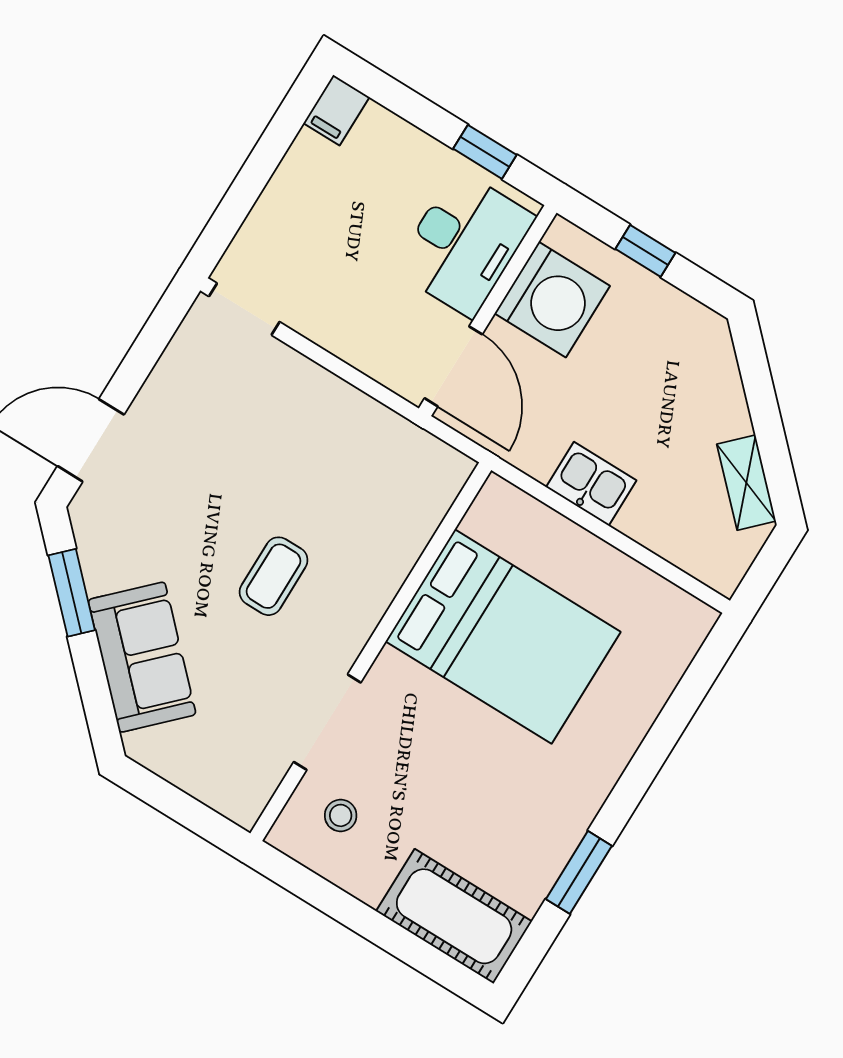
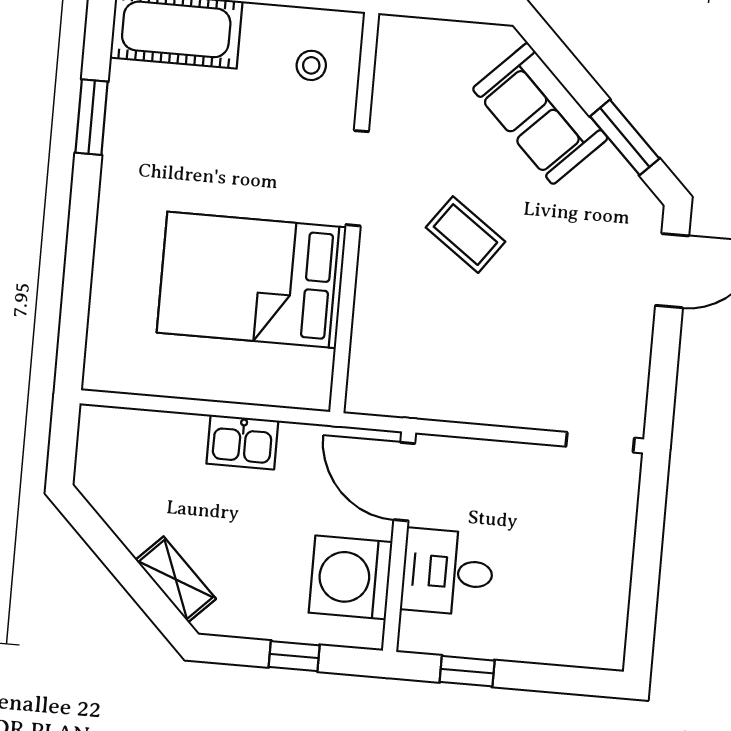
filing cabinet: (336, 110) -> (607, 644), removed
desk: (464, 243) -> (448, 572), width x0.73
shelving: (746, 483) -> (176, 579), moved
coffee table: (274, 576) -> (465, 235), turned -54
doorway: (327, 722) -> (357, 178), moved

